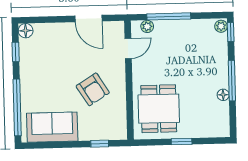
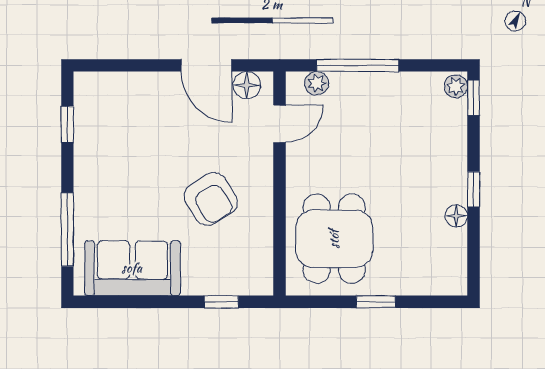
floor lamp: (26, 31) -> (247, 85), moved
window: (232, 81) -> (474, 189), width x0.46
window: (17, 107) -> (67, 229), width x0.68

